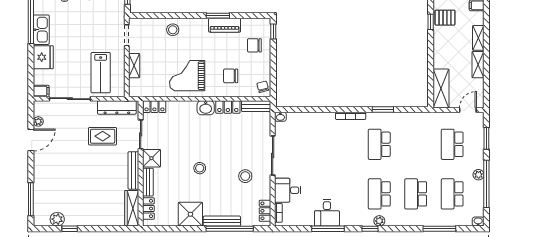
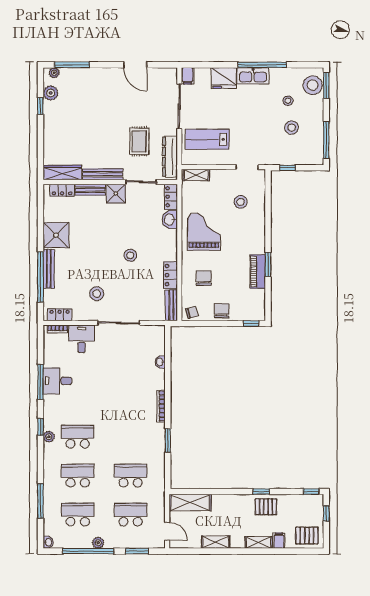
pallet: (445, 18) -> (266, 507), turned 90
stool: (173, 30) -> (241, 202), moved
shelving: (478, 38) -> (259, 542), moved
chair: (254, 45) -> (222, 311), moved
shelving: (134, 66) -> (196, 175), moved
washbasin: (206, 108) -> (170, 220), moved
washbasin: (280, 117) -> (160, 362), moved
plant: (38, 121) -> (54, 73), moved
school desk: (379, 144) -> (131, 476), moved
stool: (200, 168) -> (130, 255), moved

